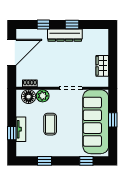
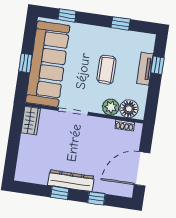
wardrobe: (102, 66) -> (31, 121), moved

